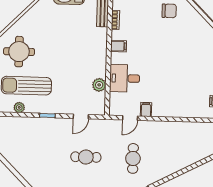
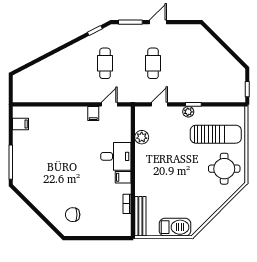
desk: (125, 78) -> (116, 156), moved
plant: (19, 107) -> (188, 112), moved
cafe table: (86, 157) -> (153, 63), turned 90

